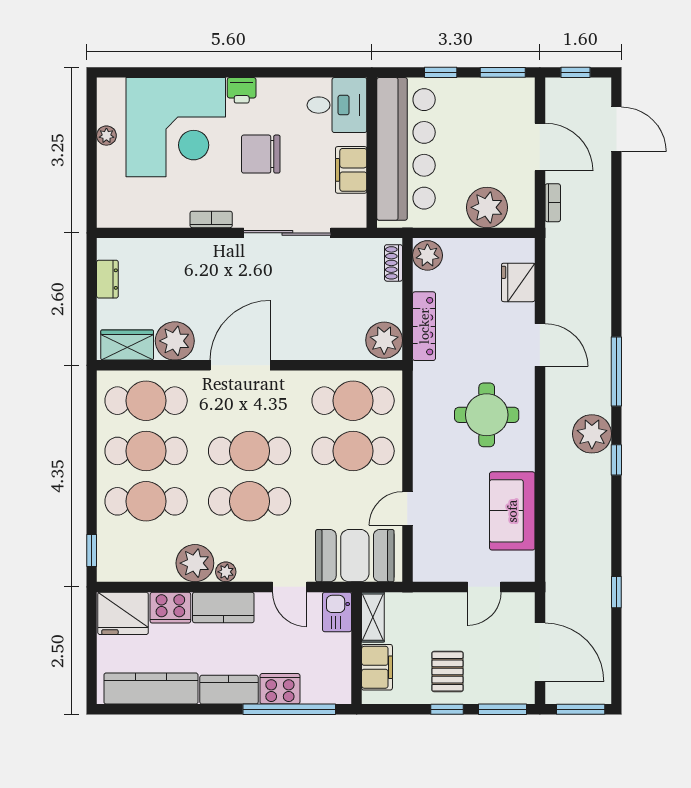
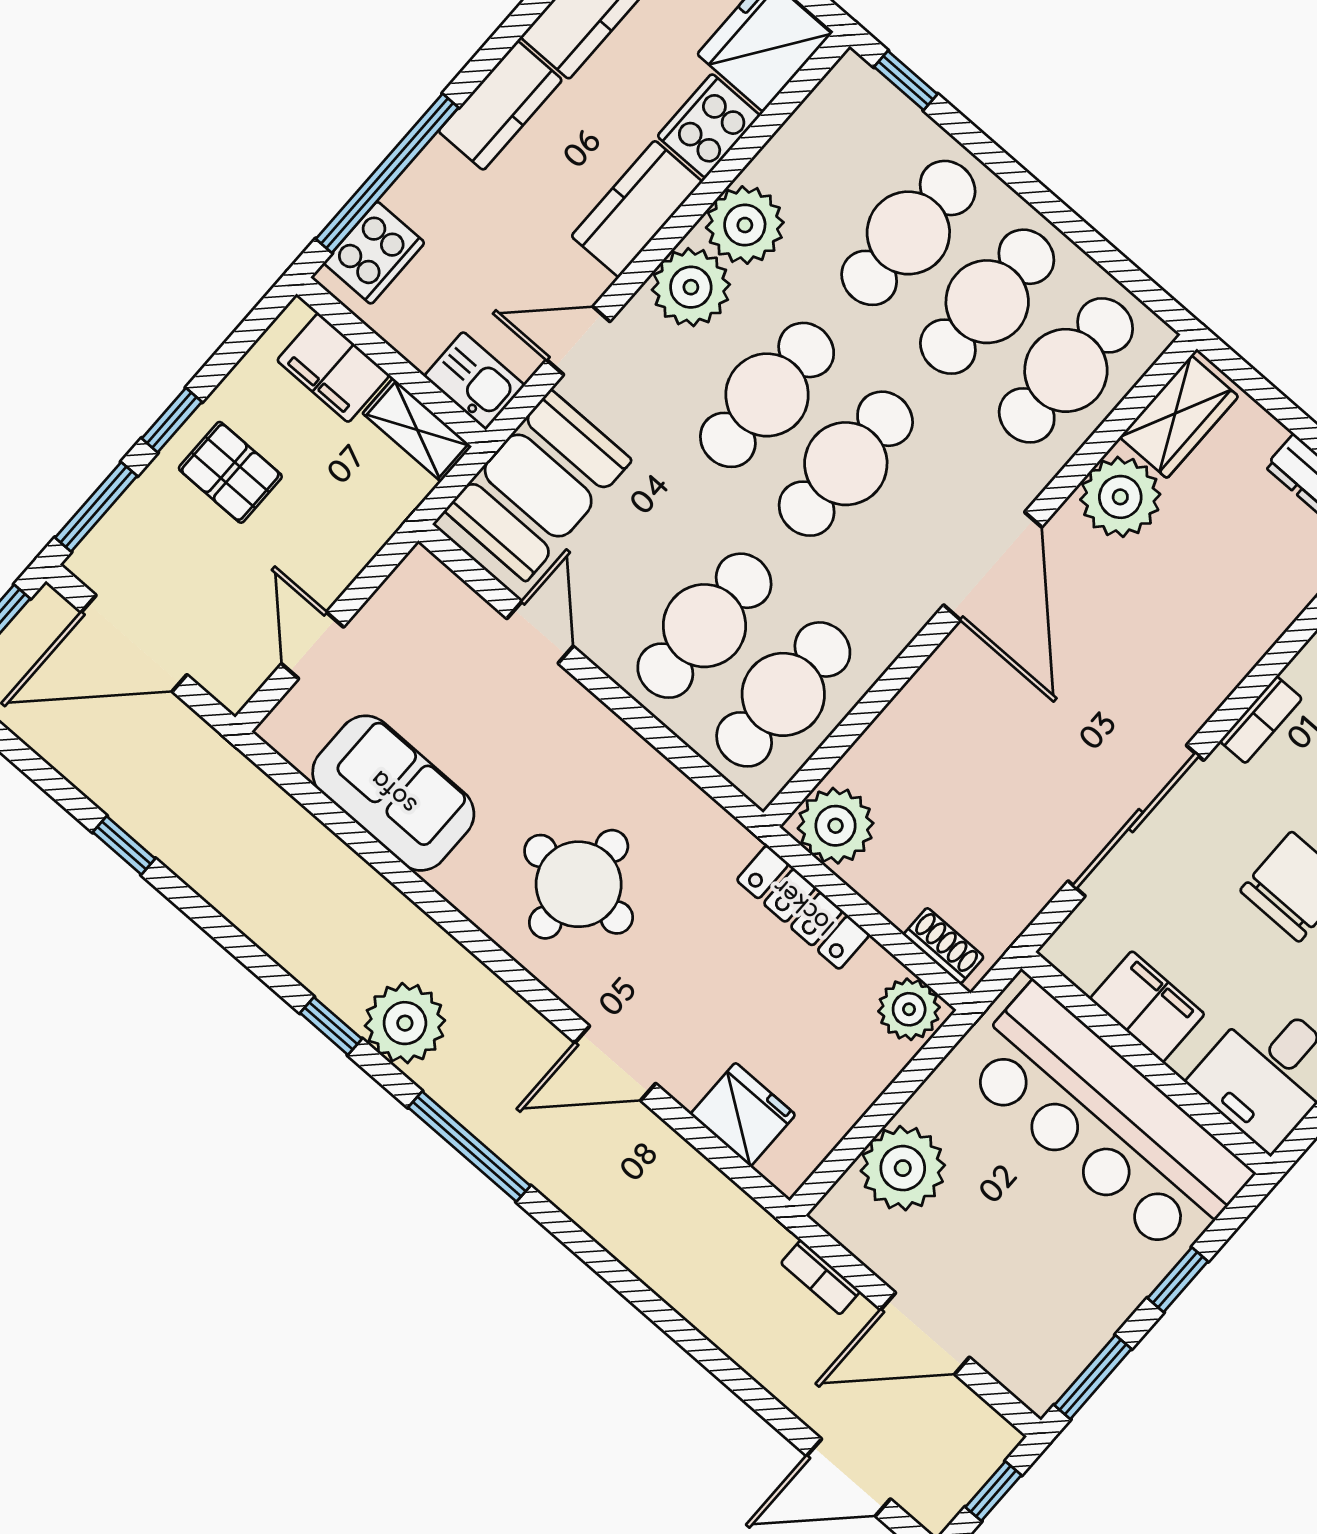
plant: (226, 572) -> (691, 287), width x1.88, depth x1.88
cooker: (280, 689) -> (374, 253), moved

